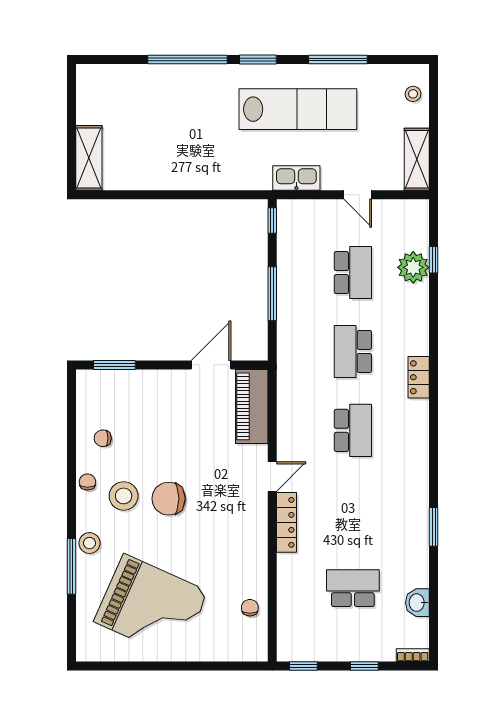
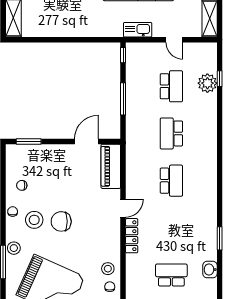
locker: (419, 377) -> (211, 149), removed
stool: (247, 577) -> (108, 269), added
washbasin: (417, 603) -> (210, 270), moved

